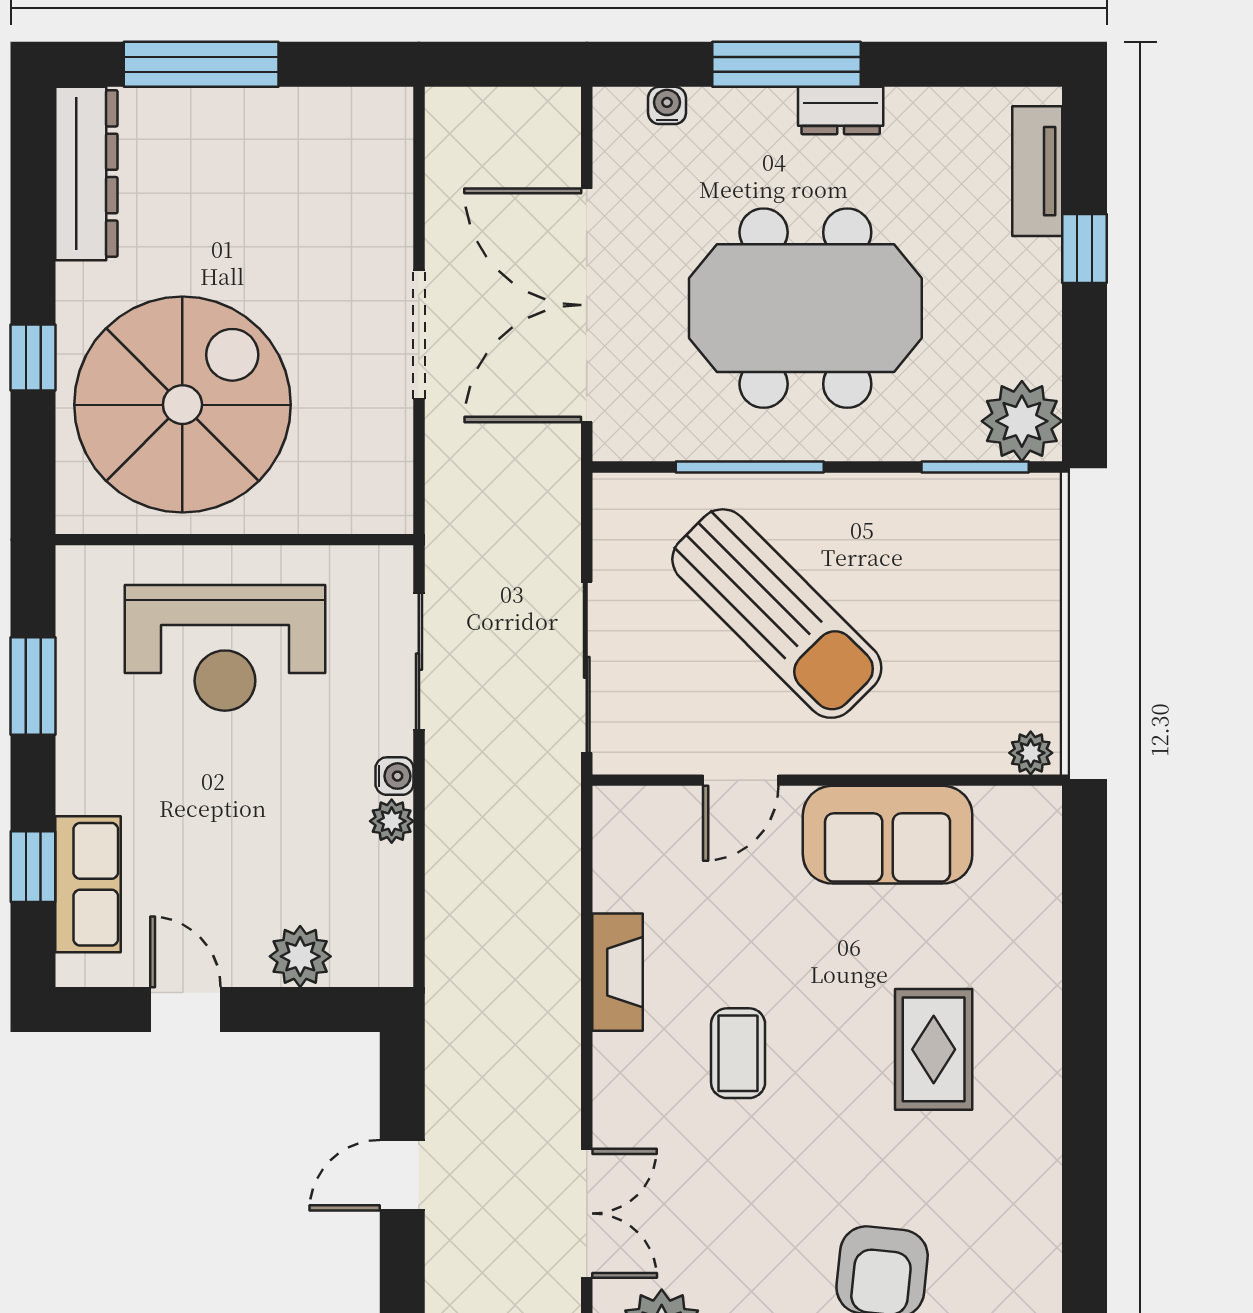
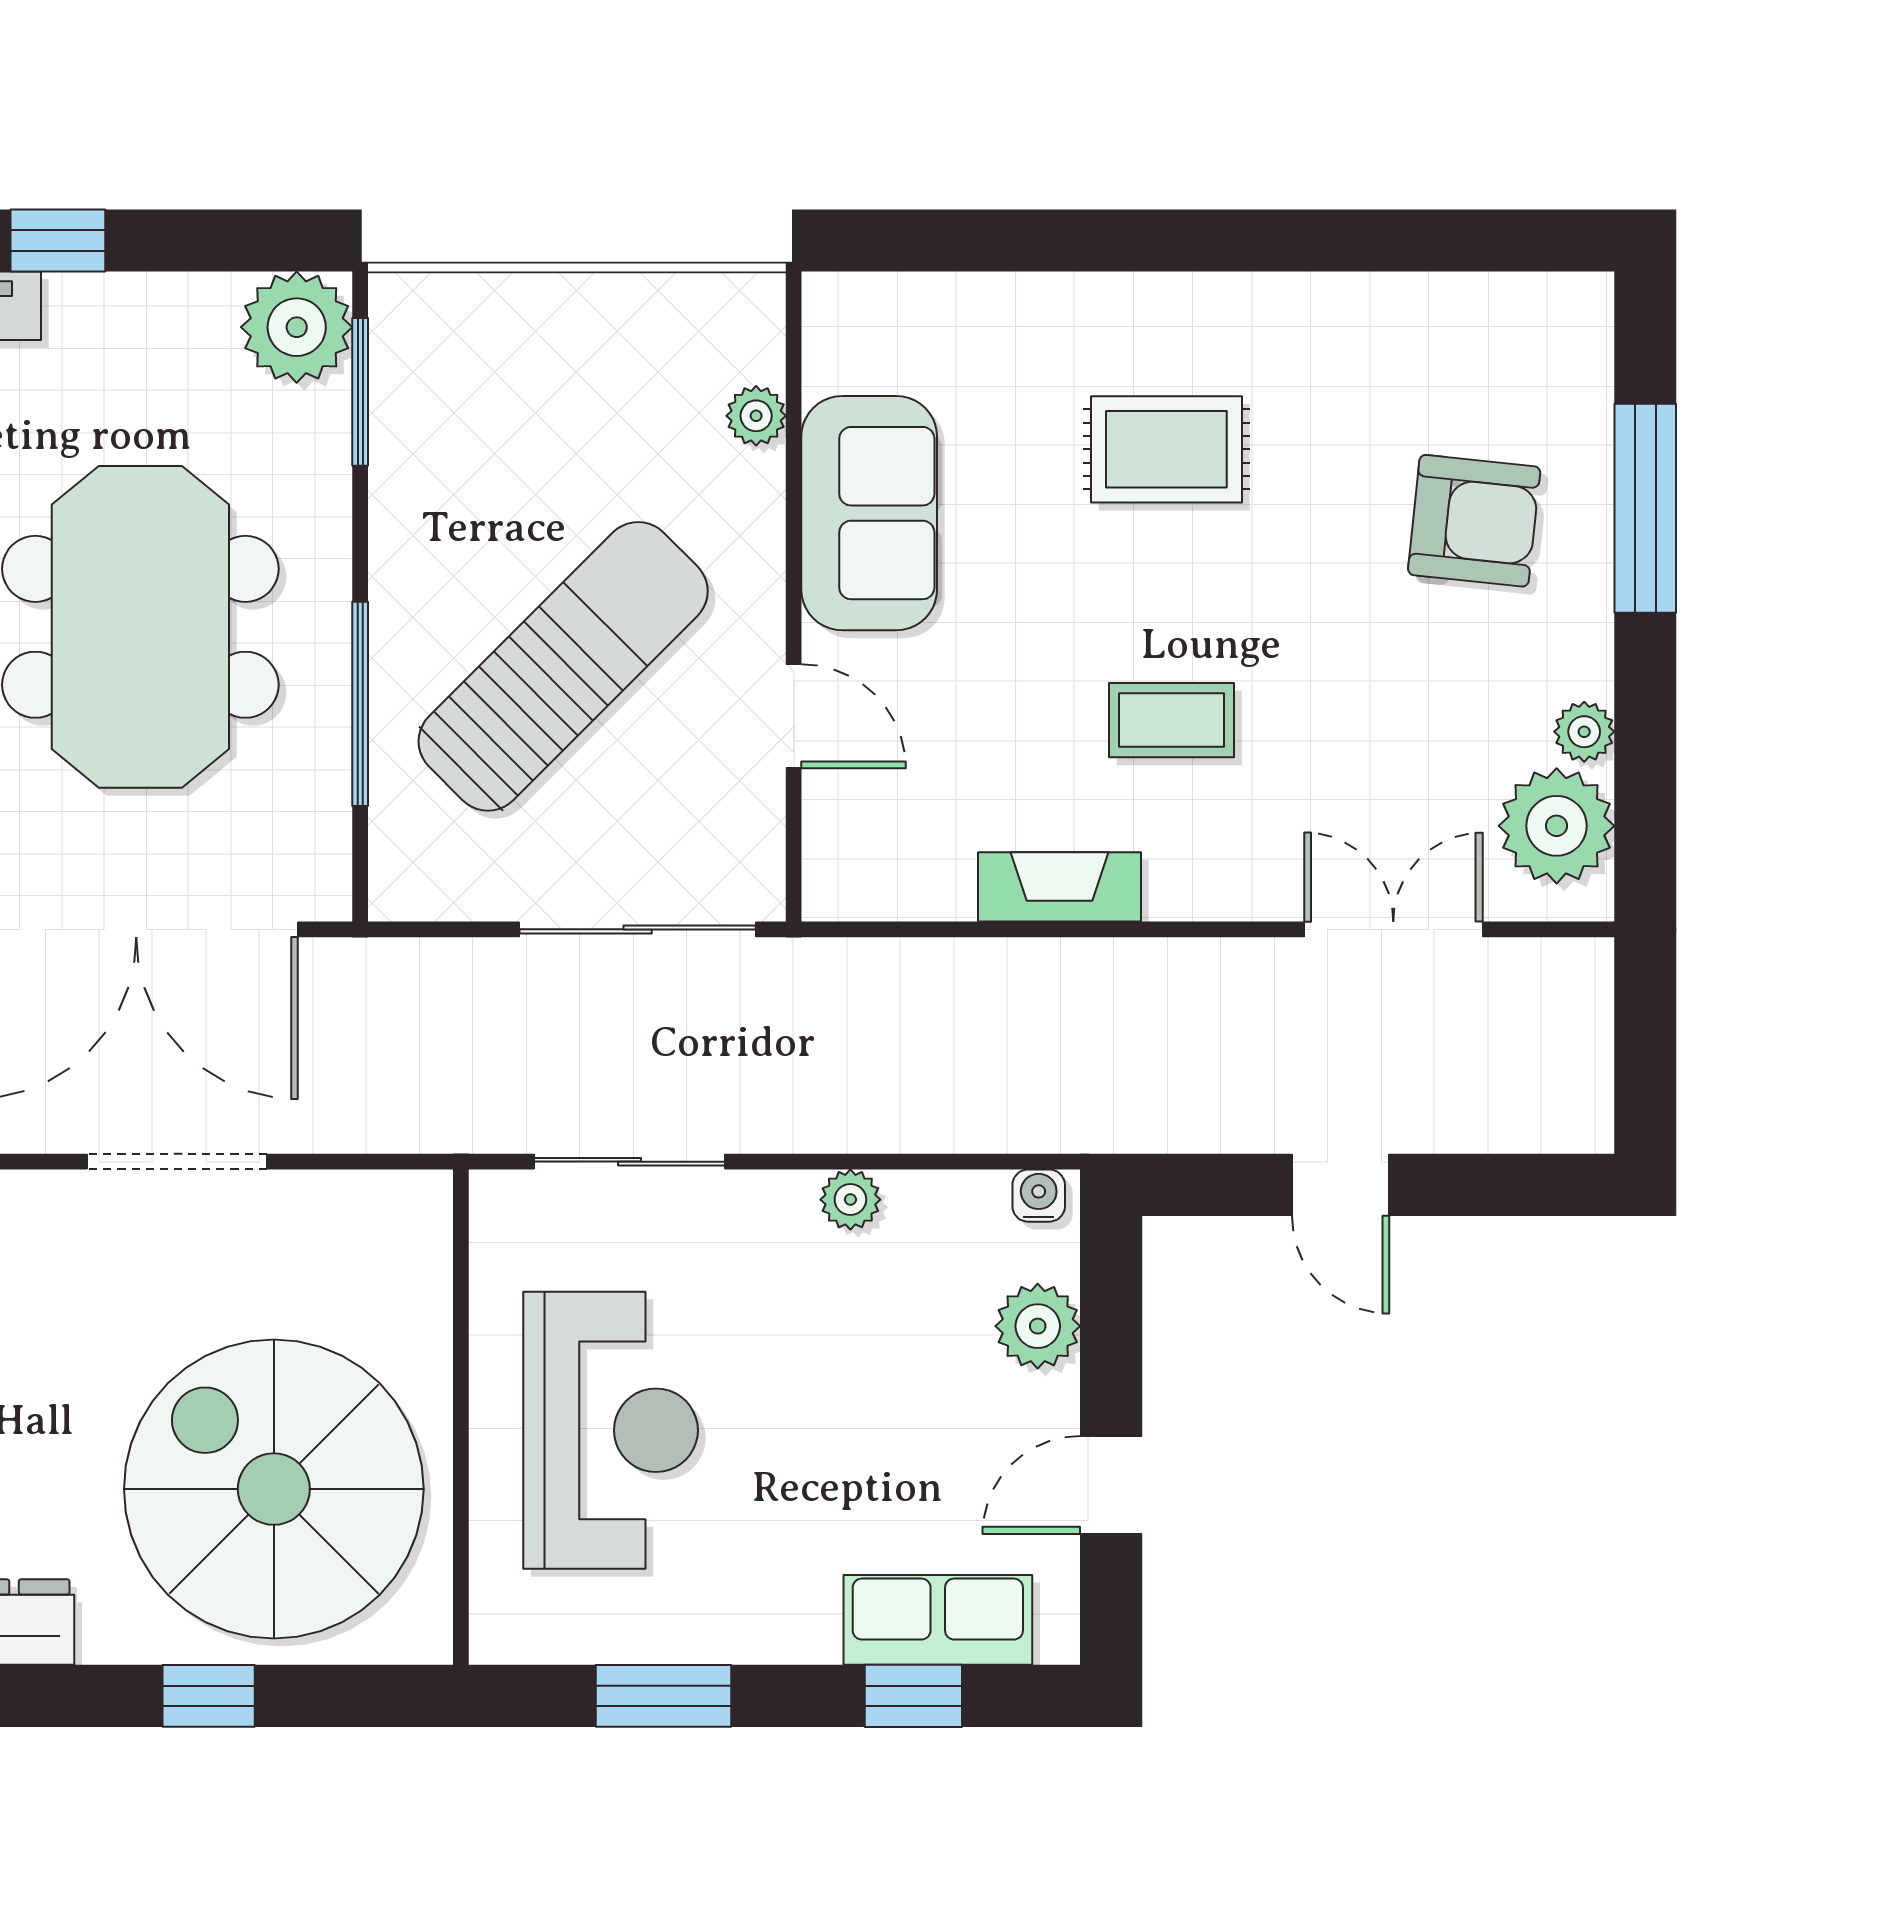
plant: (1031, 753) -> (756, 416), moved
water cooler: (394, 776) -> (1039, 1196), moved

